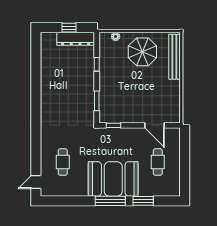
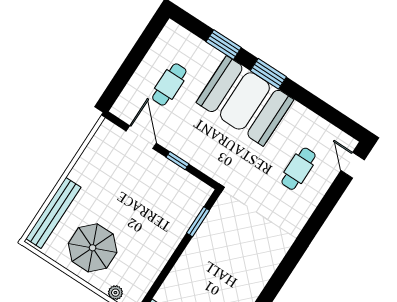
window: (97, 64) -> (166, 271), removed
window: (114, 125) -> (177, 161), moved
door: (36, 182) -> (353, 165), swing flipped
window: (110, 201) -> (268, 74), width x0.69

